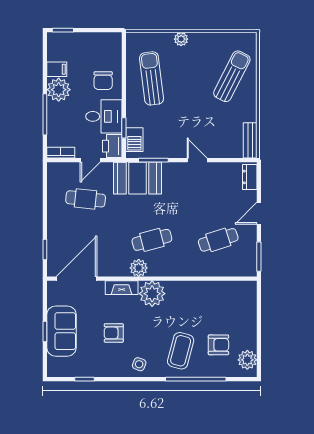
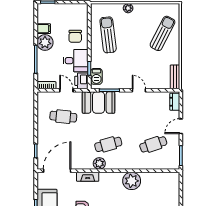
door: (90, 160) -> (66, 90), swing flipped
plant: (152, 294) -> (132, 181), moved

